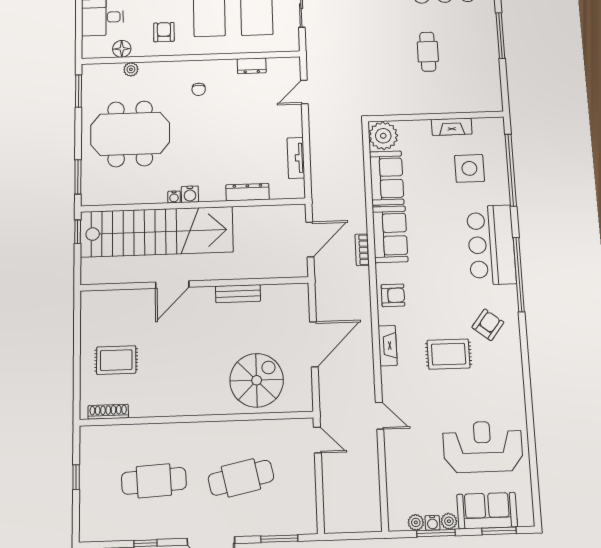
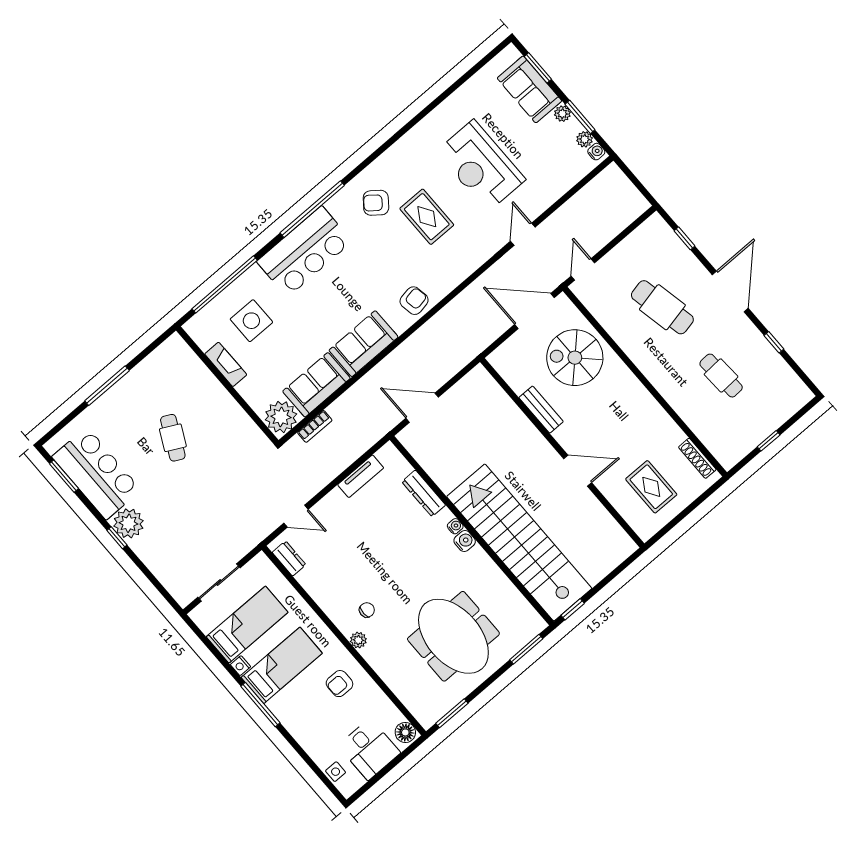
floor lamp: (122, 49) -> (405, 732), moved
cafe table: (428, 52) -> (173, 438), turned -63
dresser: (252, 66) -> (289, 559), moved
plant: (131, 69) -> (358, 640), moved
water cooler: (174, 197) -> (455, 526), moved
bookcase: (362, 250) -> (315, 426), moved
wall: (194, 284) -> (562, 453), moved
door: (172, 285) -> (578, 471), moved
bench: (238, 294) -> (541, 410), moved
armchair: (393, 295) -> (414, 301), turned 80
door: (314, 344) -> (535, 311), moved
fireplace: (388, 346) -> (460, 272), removed
reception desk: (483, 447) -> (481, 166), moved
cafe table: (154, 481) -> (721, 376), width x0.73, depth x0.74
water cooler: (432, 523) -> (596, 152), moved
window: (279, 539) -> (685, 238), width x0.67

